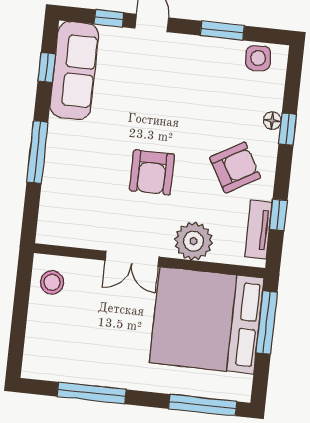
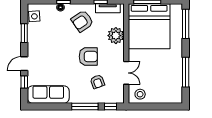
window: (47, 68) -> (111, 107), moved
armchair: (235, 168) -> (82, 21), turned -94
armchair: (92, 187) -> (97, 82), added
double door: (132, 259) -> (126, 73), moved

